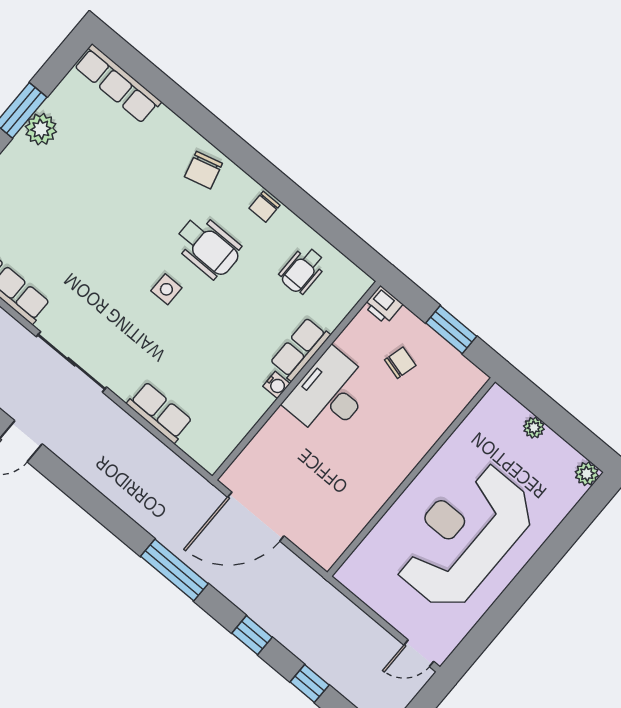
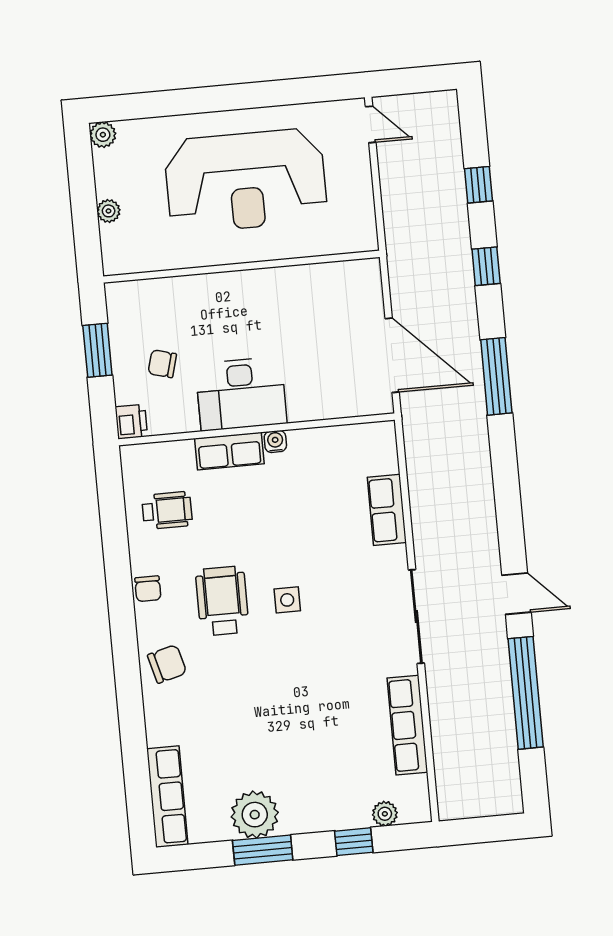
plant: (41, 129) -> (255, 815), width x1.36, depth x1.36
chair: (264, 207) -> (148, 589), turned 90

